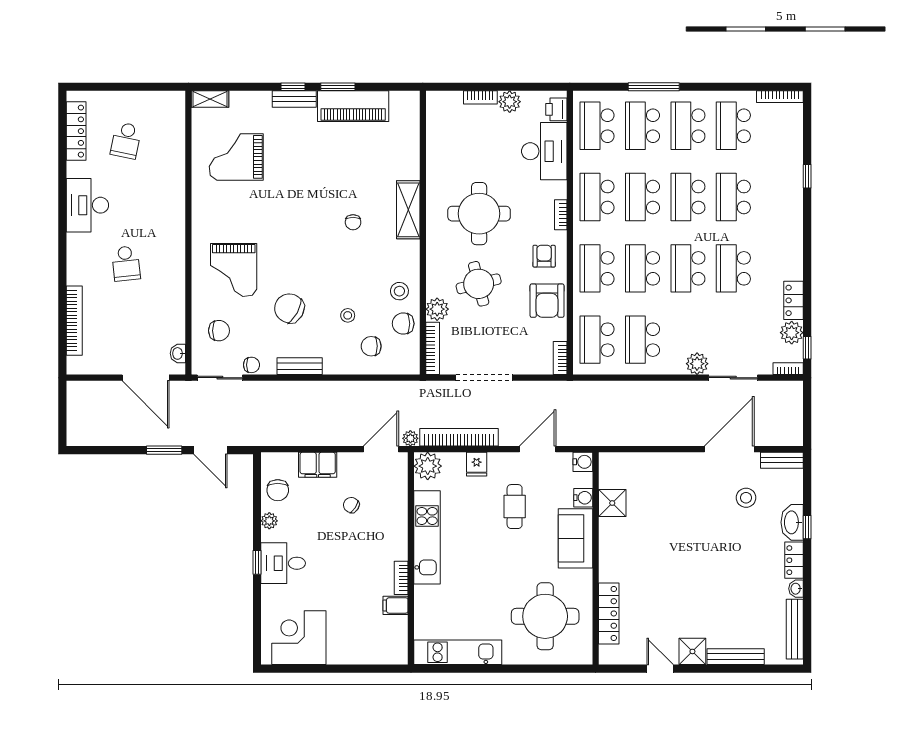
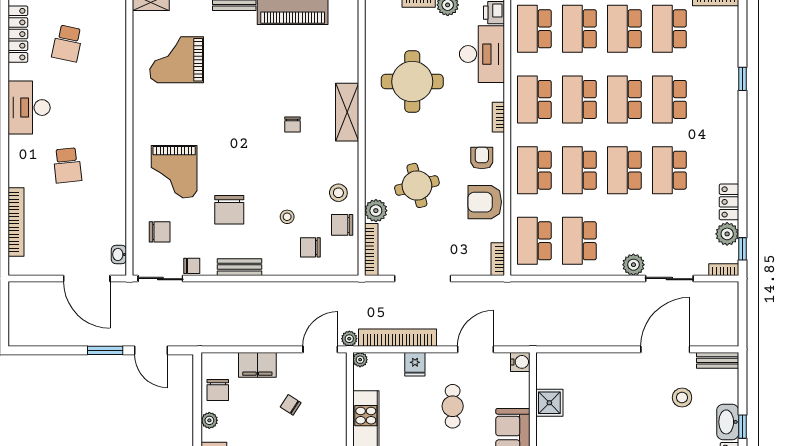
round table: (479, 214) -> (412, 82), moved
armchair: (547, 301) -> (485, 202), turned 90
chair: (289, 308) -> (229, 210), turned -119
plant: (428, 466) -> (360, 360), width x0.53, depth x0.53
water cooler: (583, 498) -> (521, 398), removed

